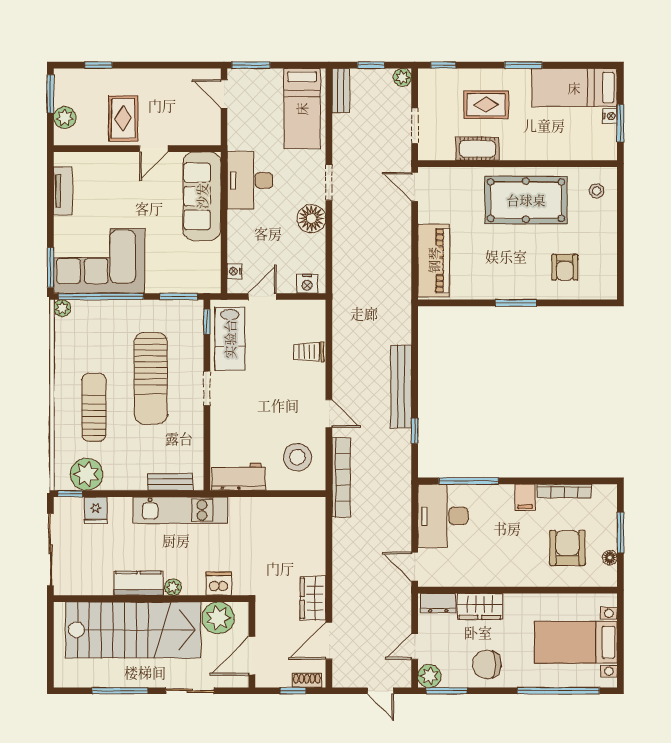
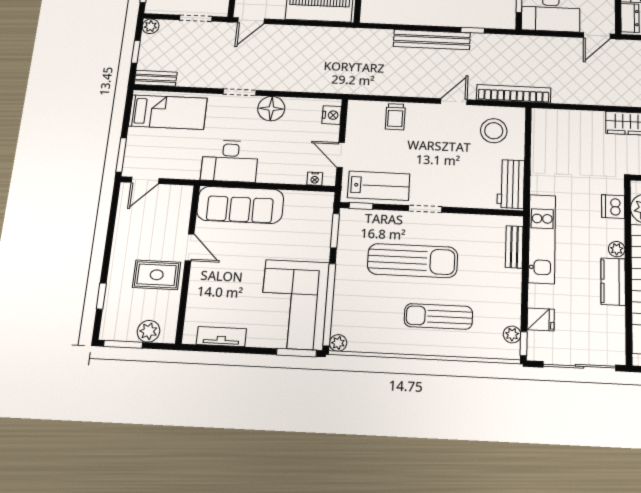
plant: (87, 474) -> (512, 334), width x0.53, depth x0.53

